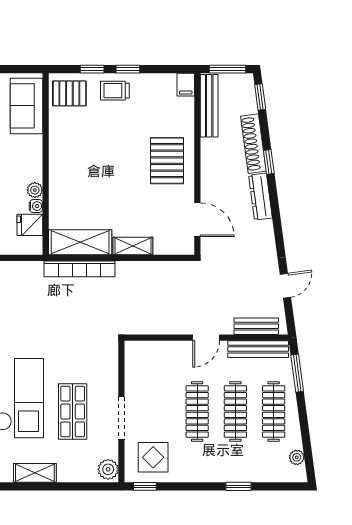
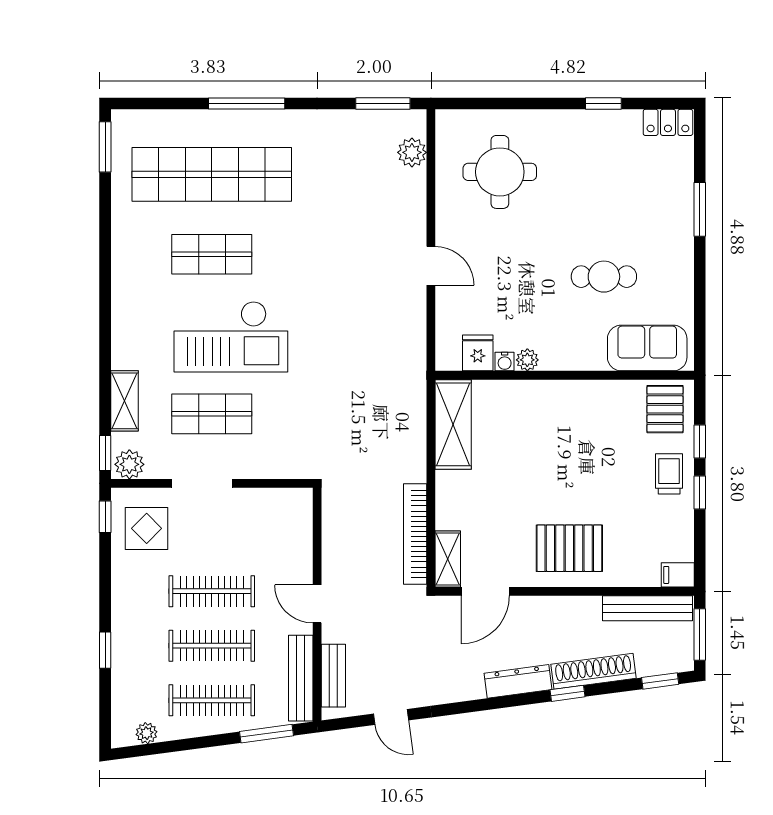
shelving: (133, 246) -> (448, 559), moved
bookcase: (79, 269) -> (415, 534), moved
shelving: (35, 473) -> (124, 401), moved
window: (100, 486) -> (105, 453), added

